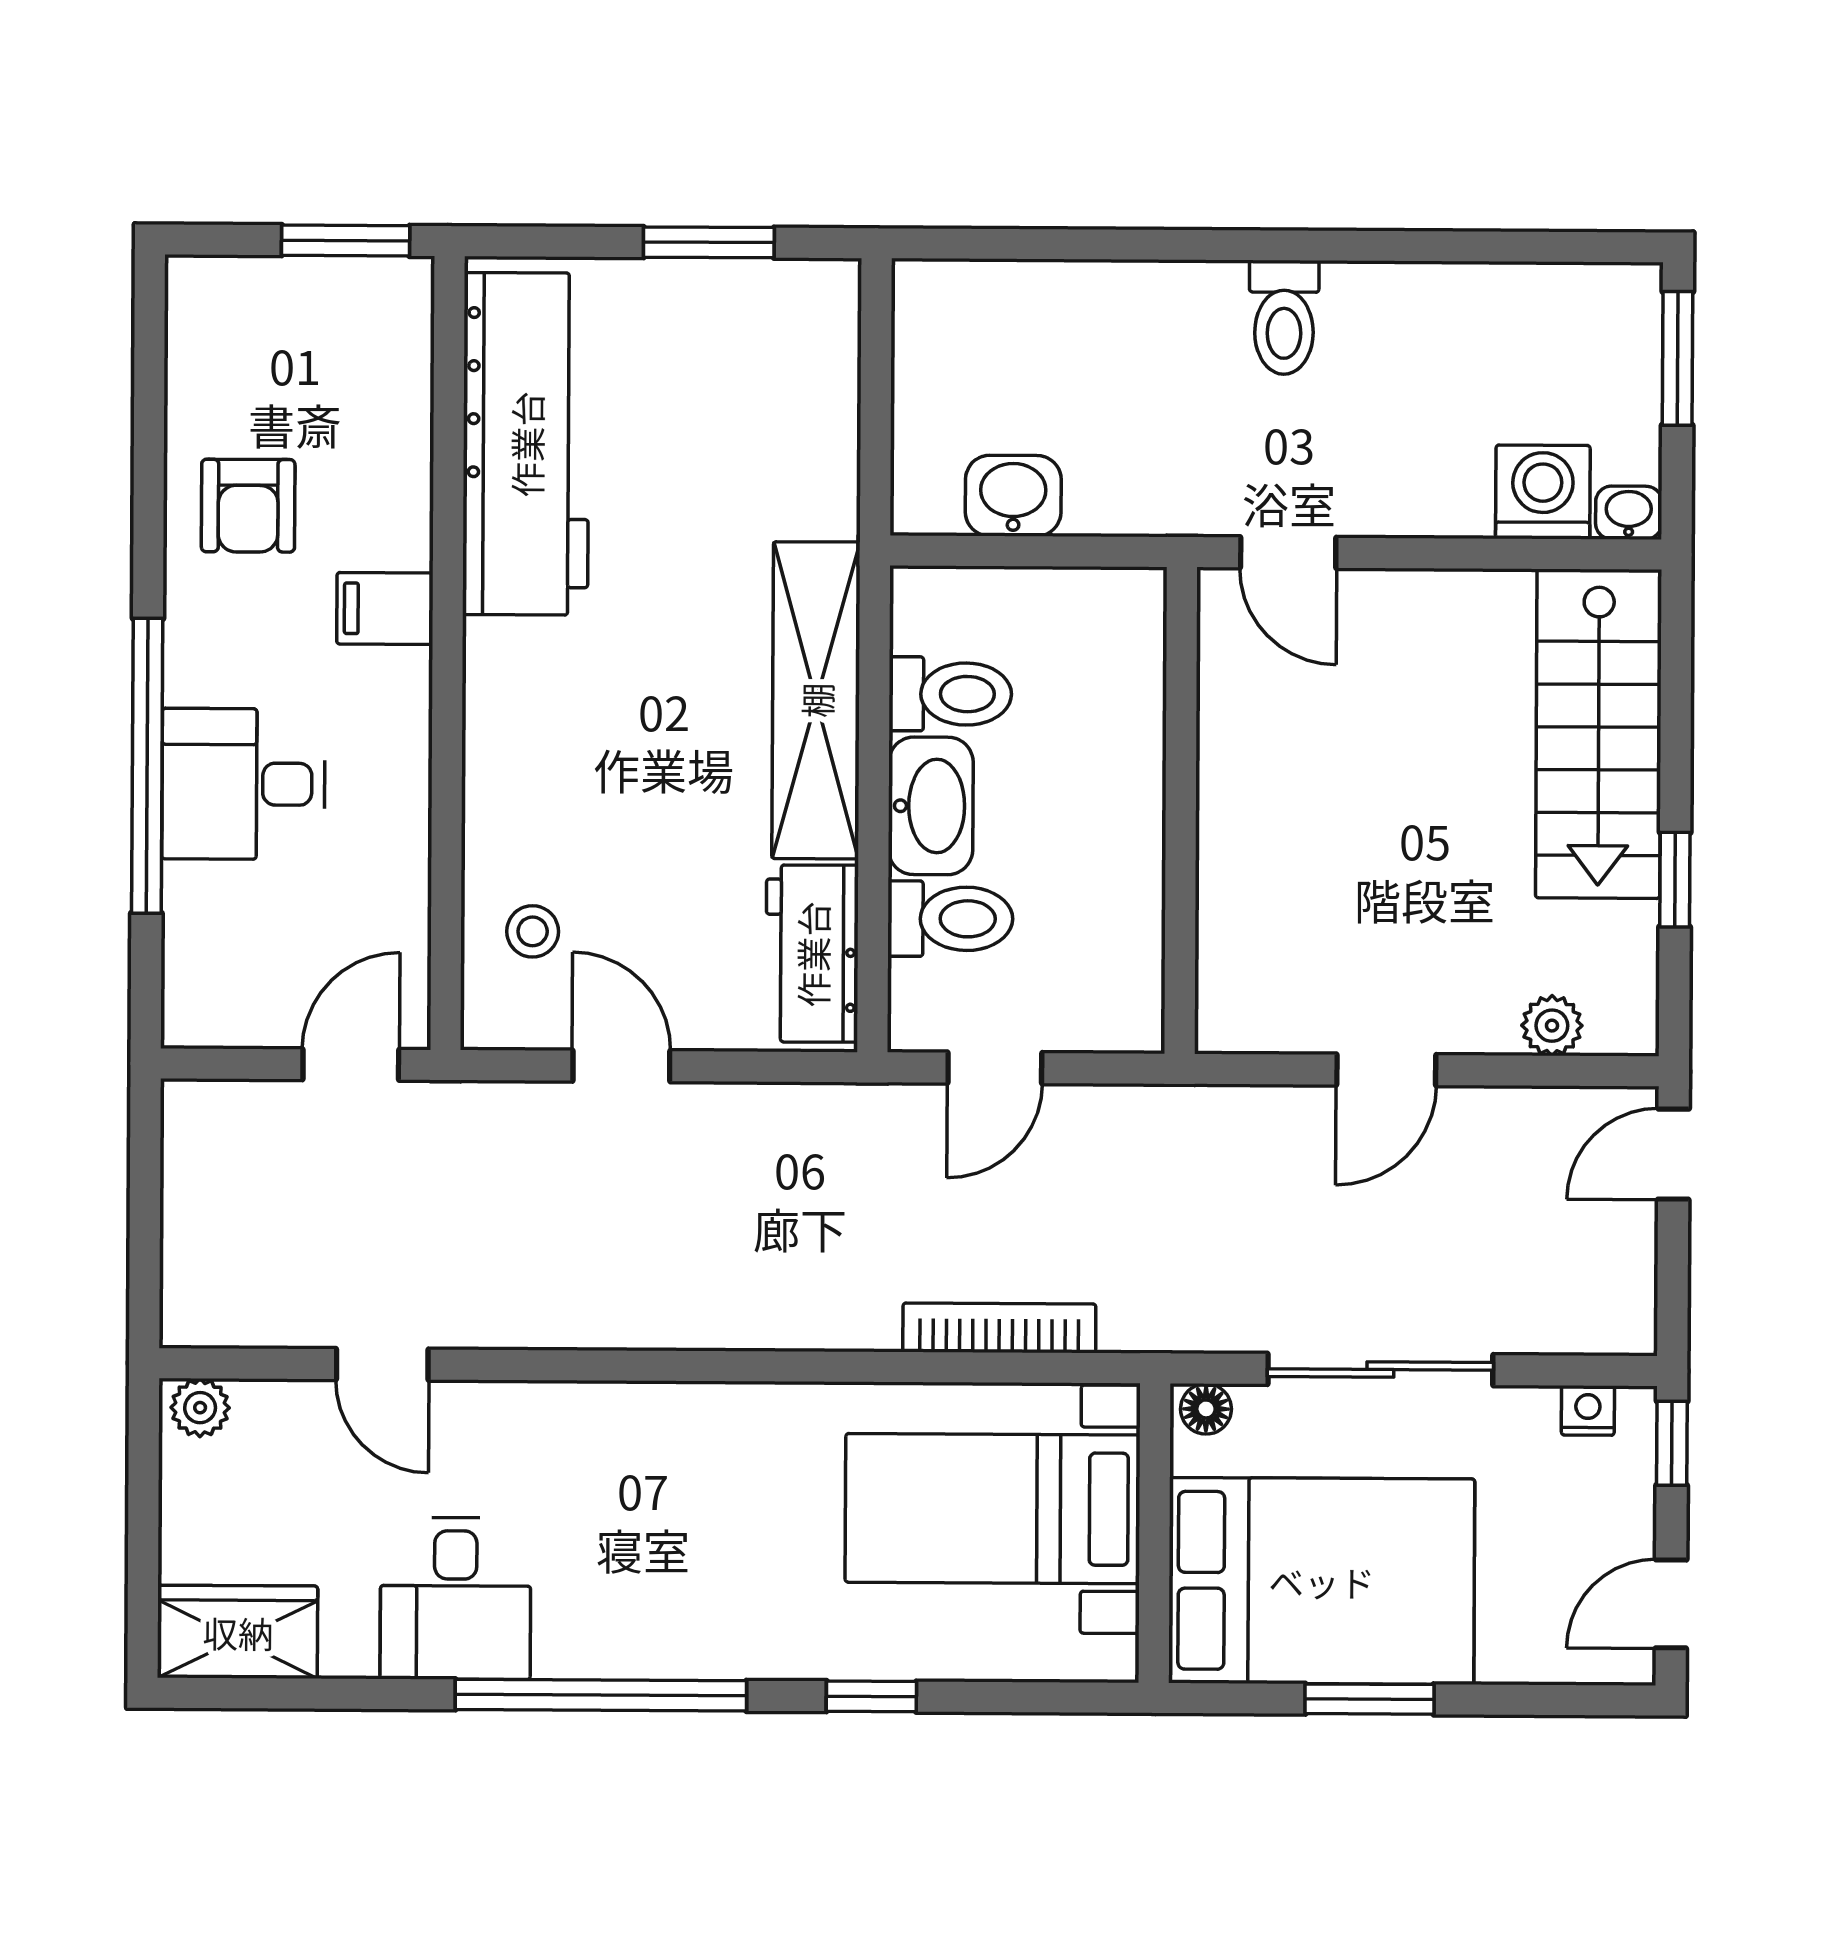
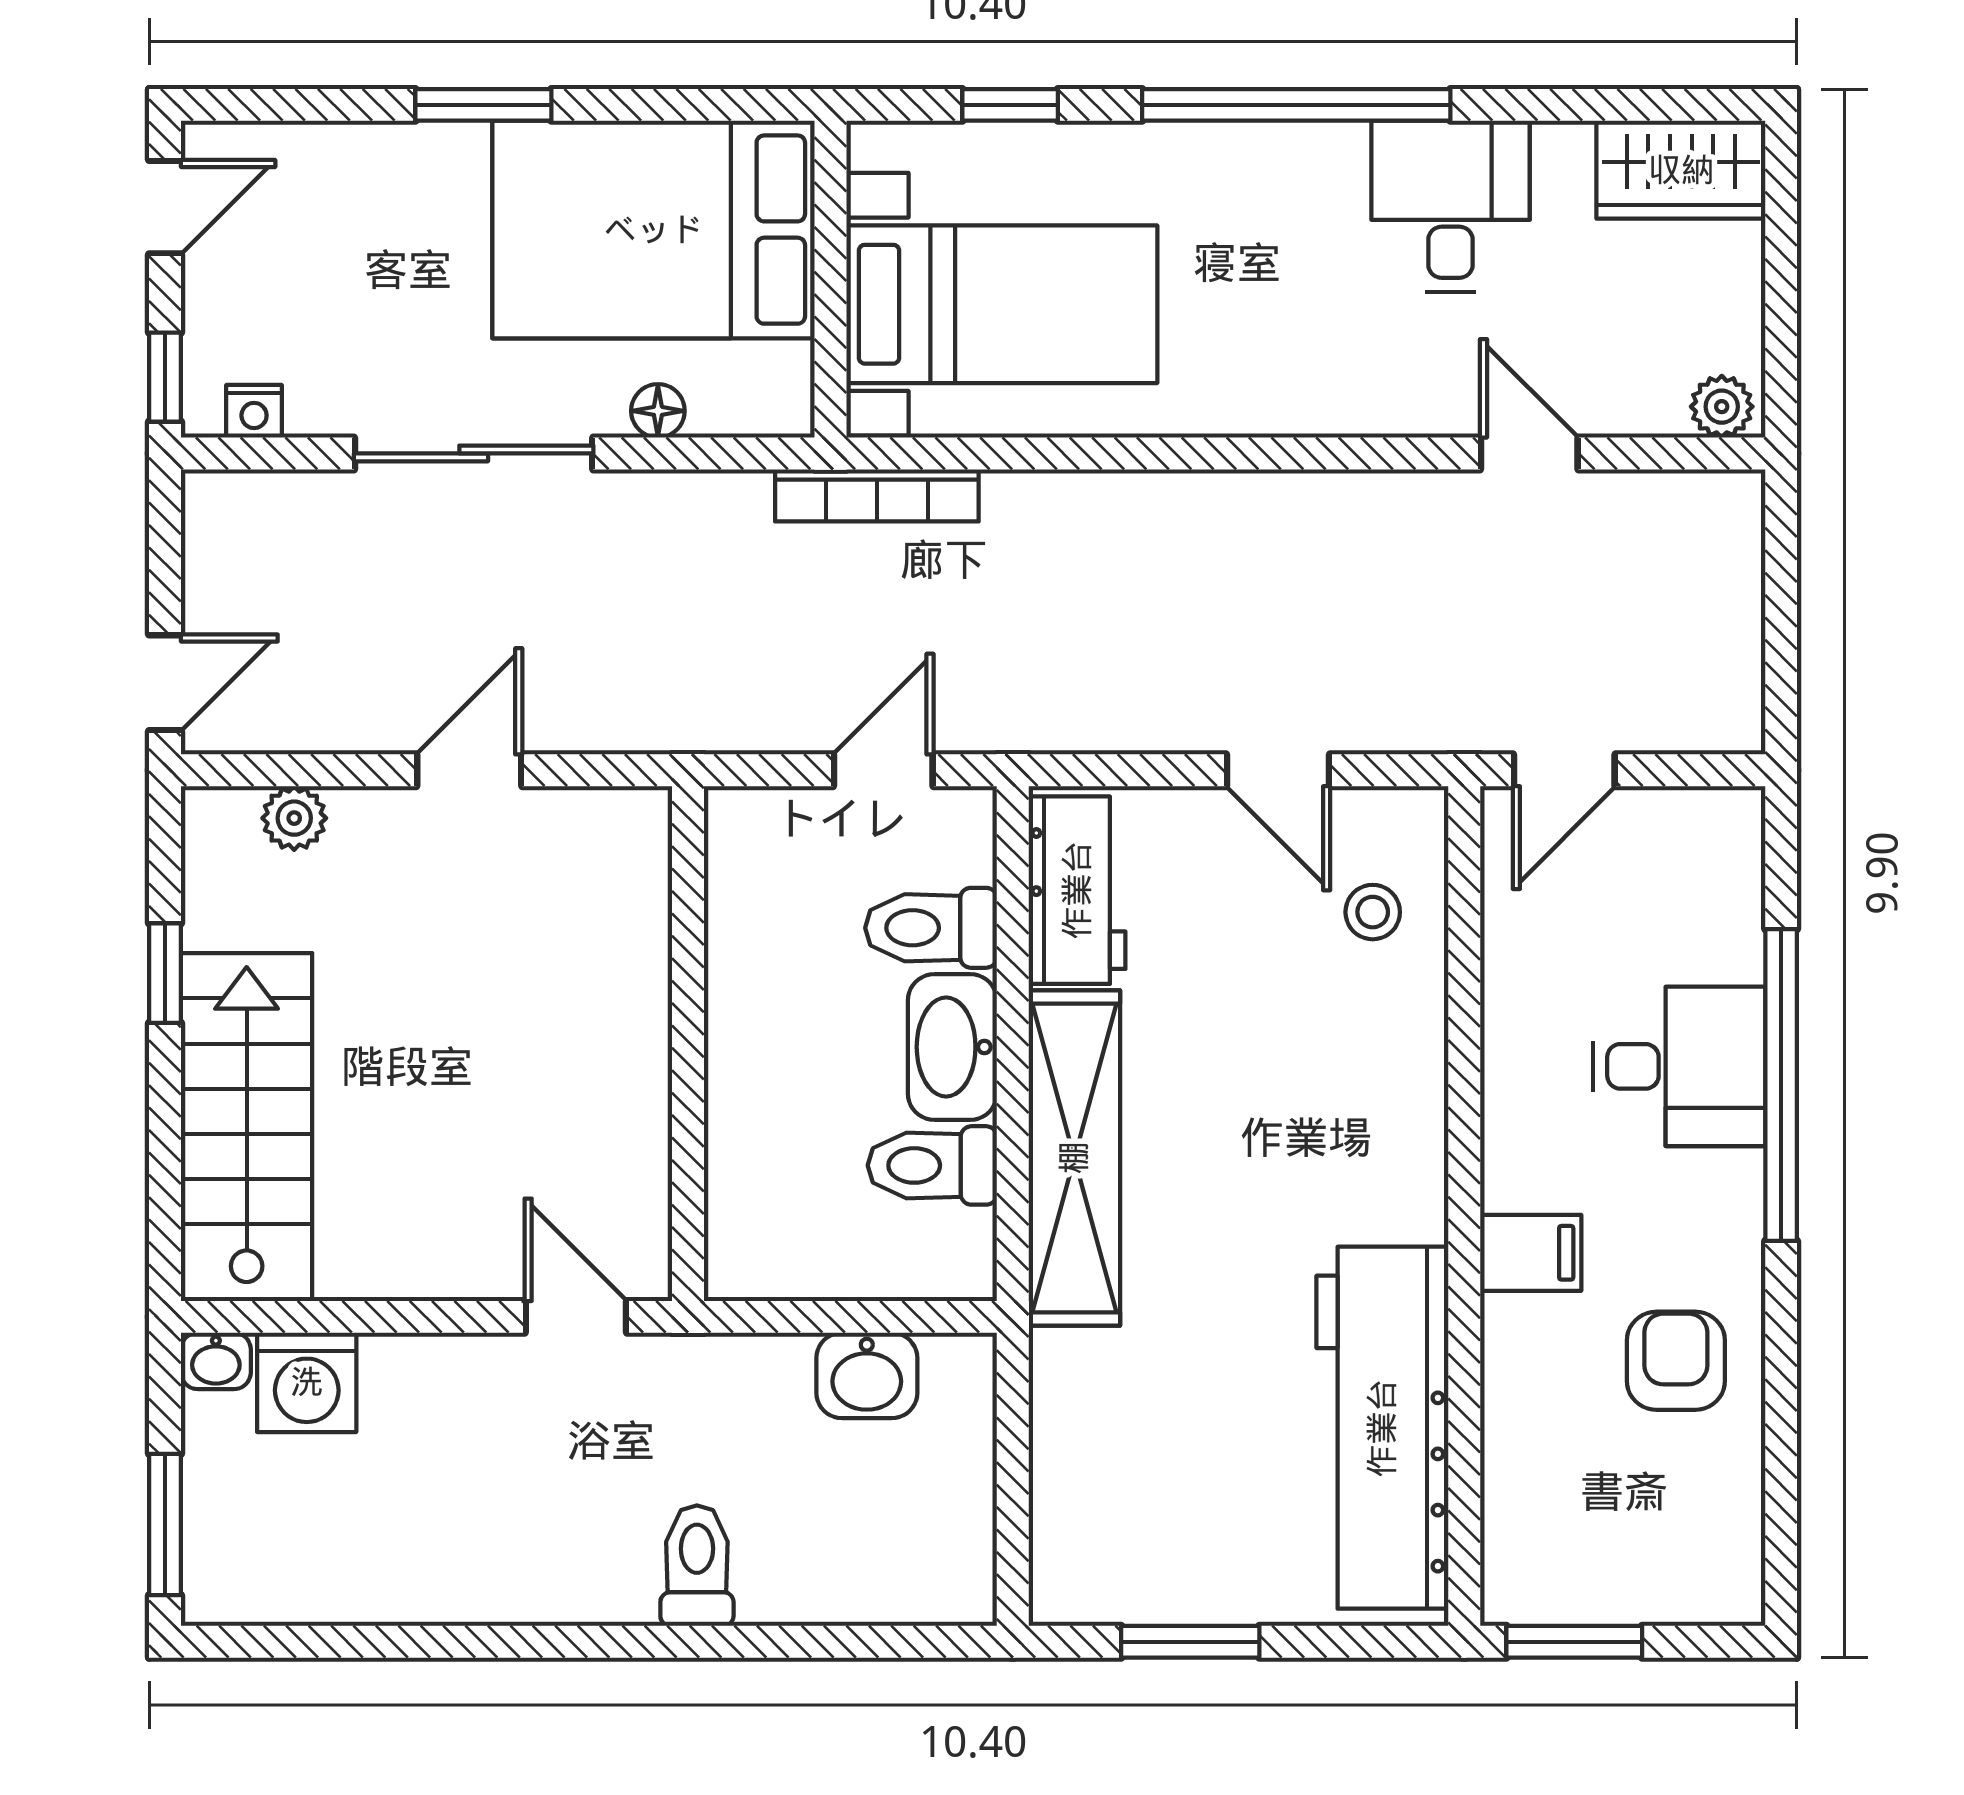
toilet: (1284, 317) -> (697, 1566), moved
bed with nightstands: (993, 1509) -> (1002, 304), moved
wall: (1154, 1533) -> (831, 279), moved
bed: (1322, 1581) -> (653, 230), moved

